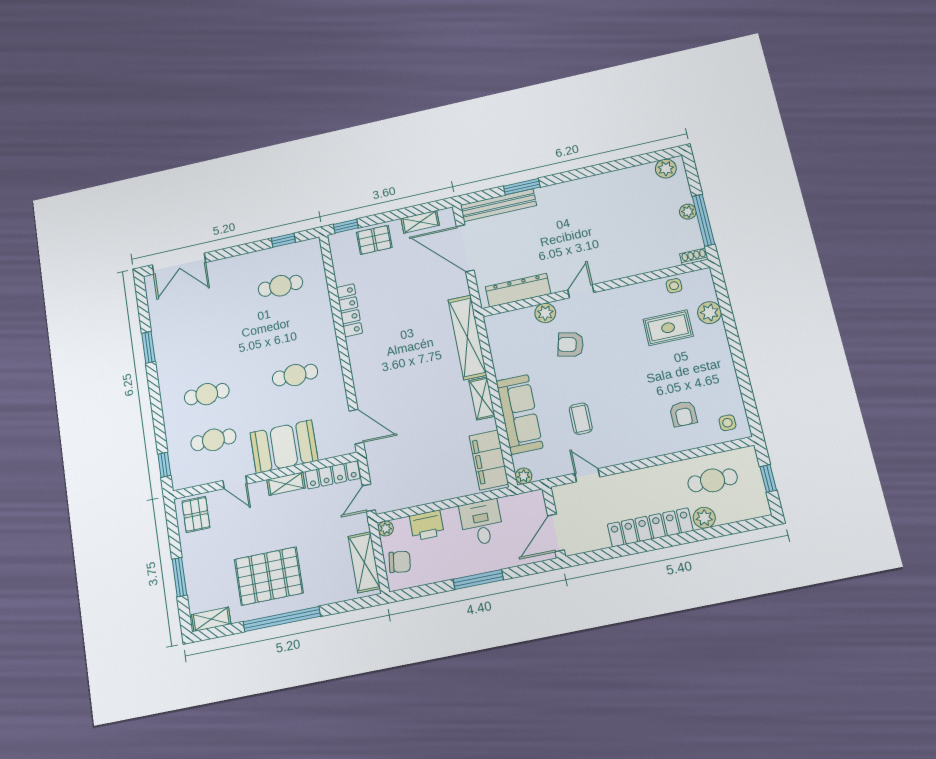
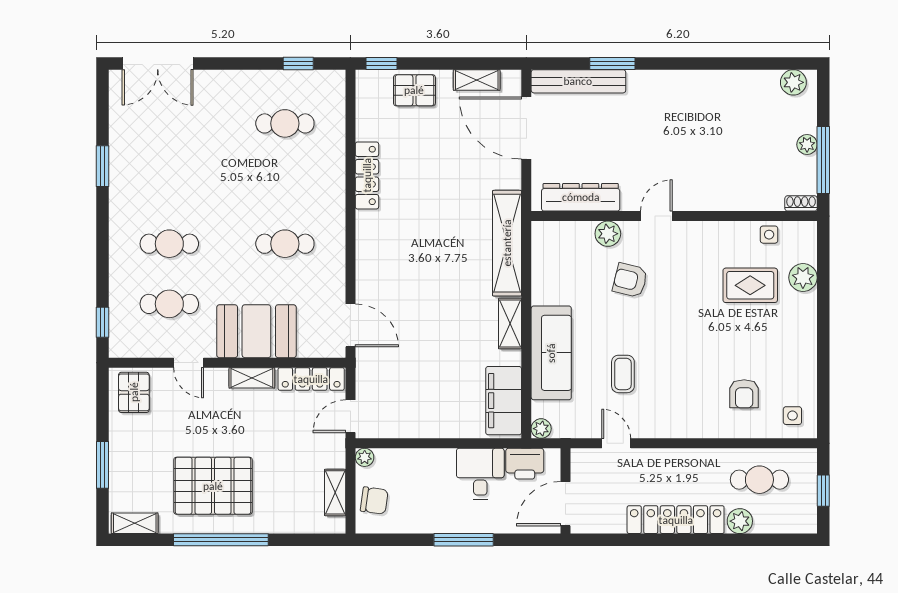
printer: (427, 525) -> (525, 464), moved
shelving: (364, 562) -> (335, 492), width x0.67, depth x0.75

